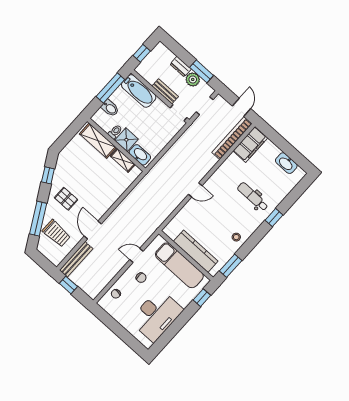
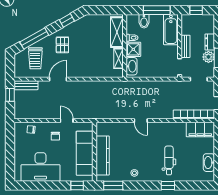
bench: (76, 259) -> (26, 85), width x0.73

